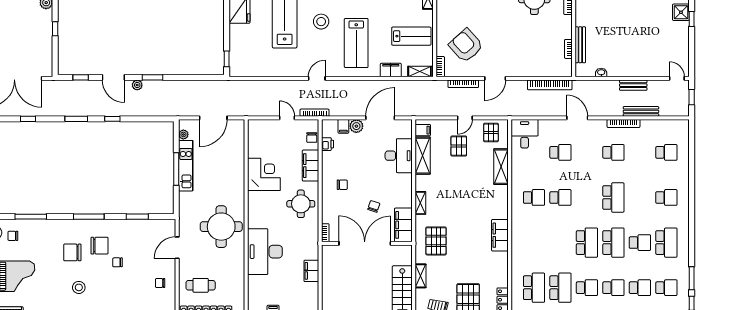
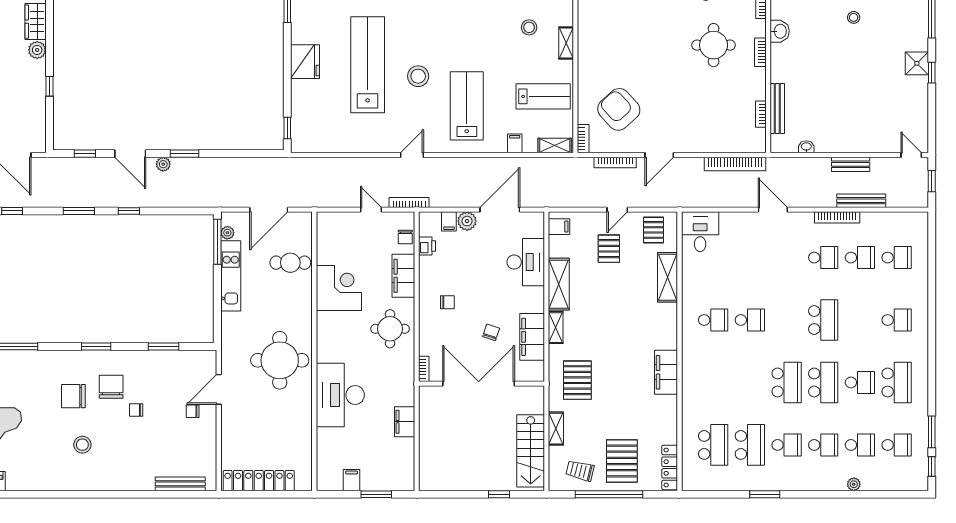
lab bench: (356, 43) -> (467, 106), turned 180
filing cabinet: (391, 70) -> (515, 143), width x0.50
school desk: (560, 152) -> (860, 258), moved
shelving: (423, 156) -> (559, 284), moved
window: (176, 169) -> (217, 242), moved
window: (89, 217) -> (96, 346), width x0.69
filing cabinet: (403, 225) -> (532, 337), moved
chair: (100, 246) -> (111, 387), turned -90
chair: (160, 283) -> (193, 411), moved
cafe table: (201, 285) -> (290, 263), moved

